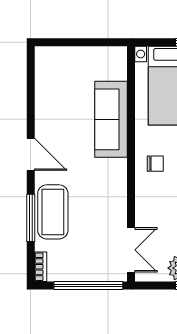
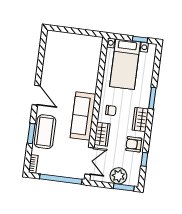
sofa: (111, 119) -> (83, 116), moved
wardrobe: (146, 204) -> (102, 134), added
window: (31, 218) -> (31, 134), width x0.69

